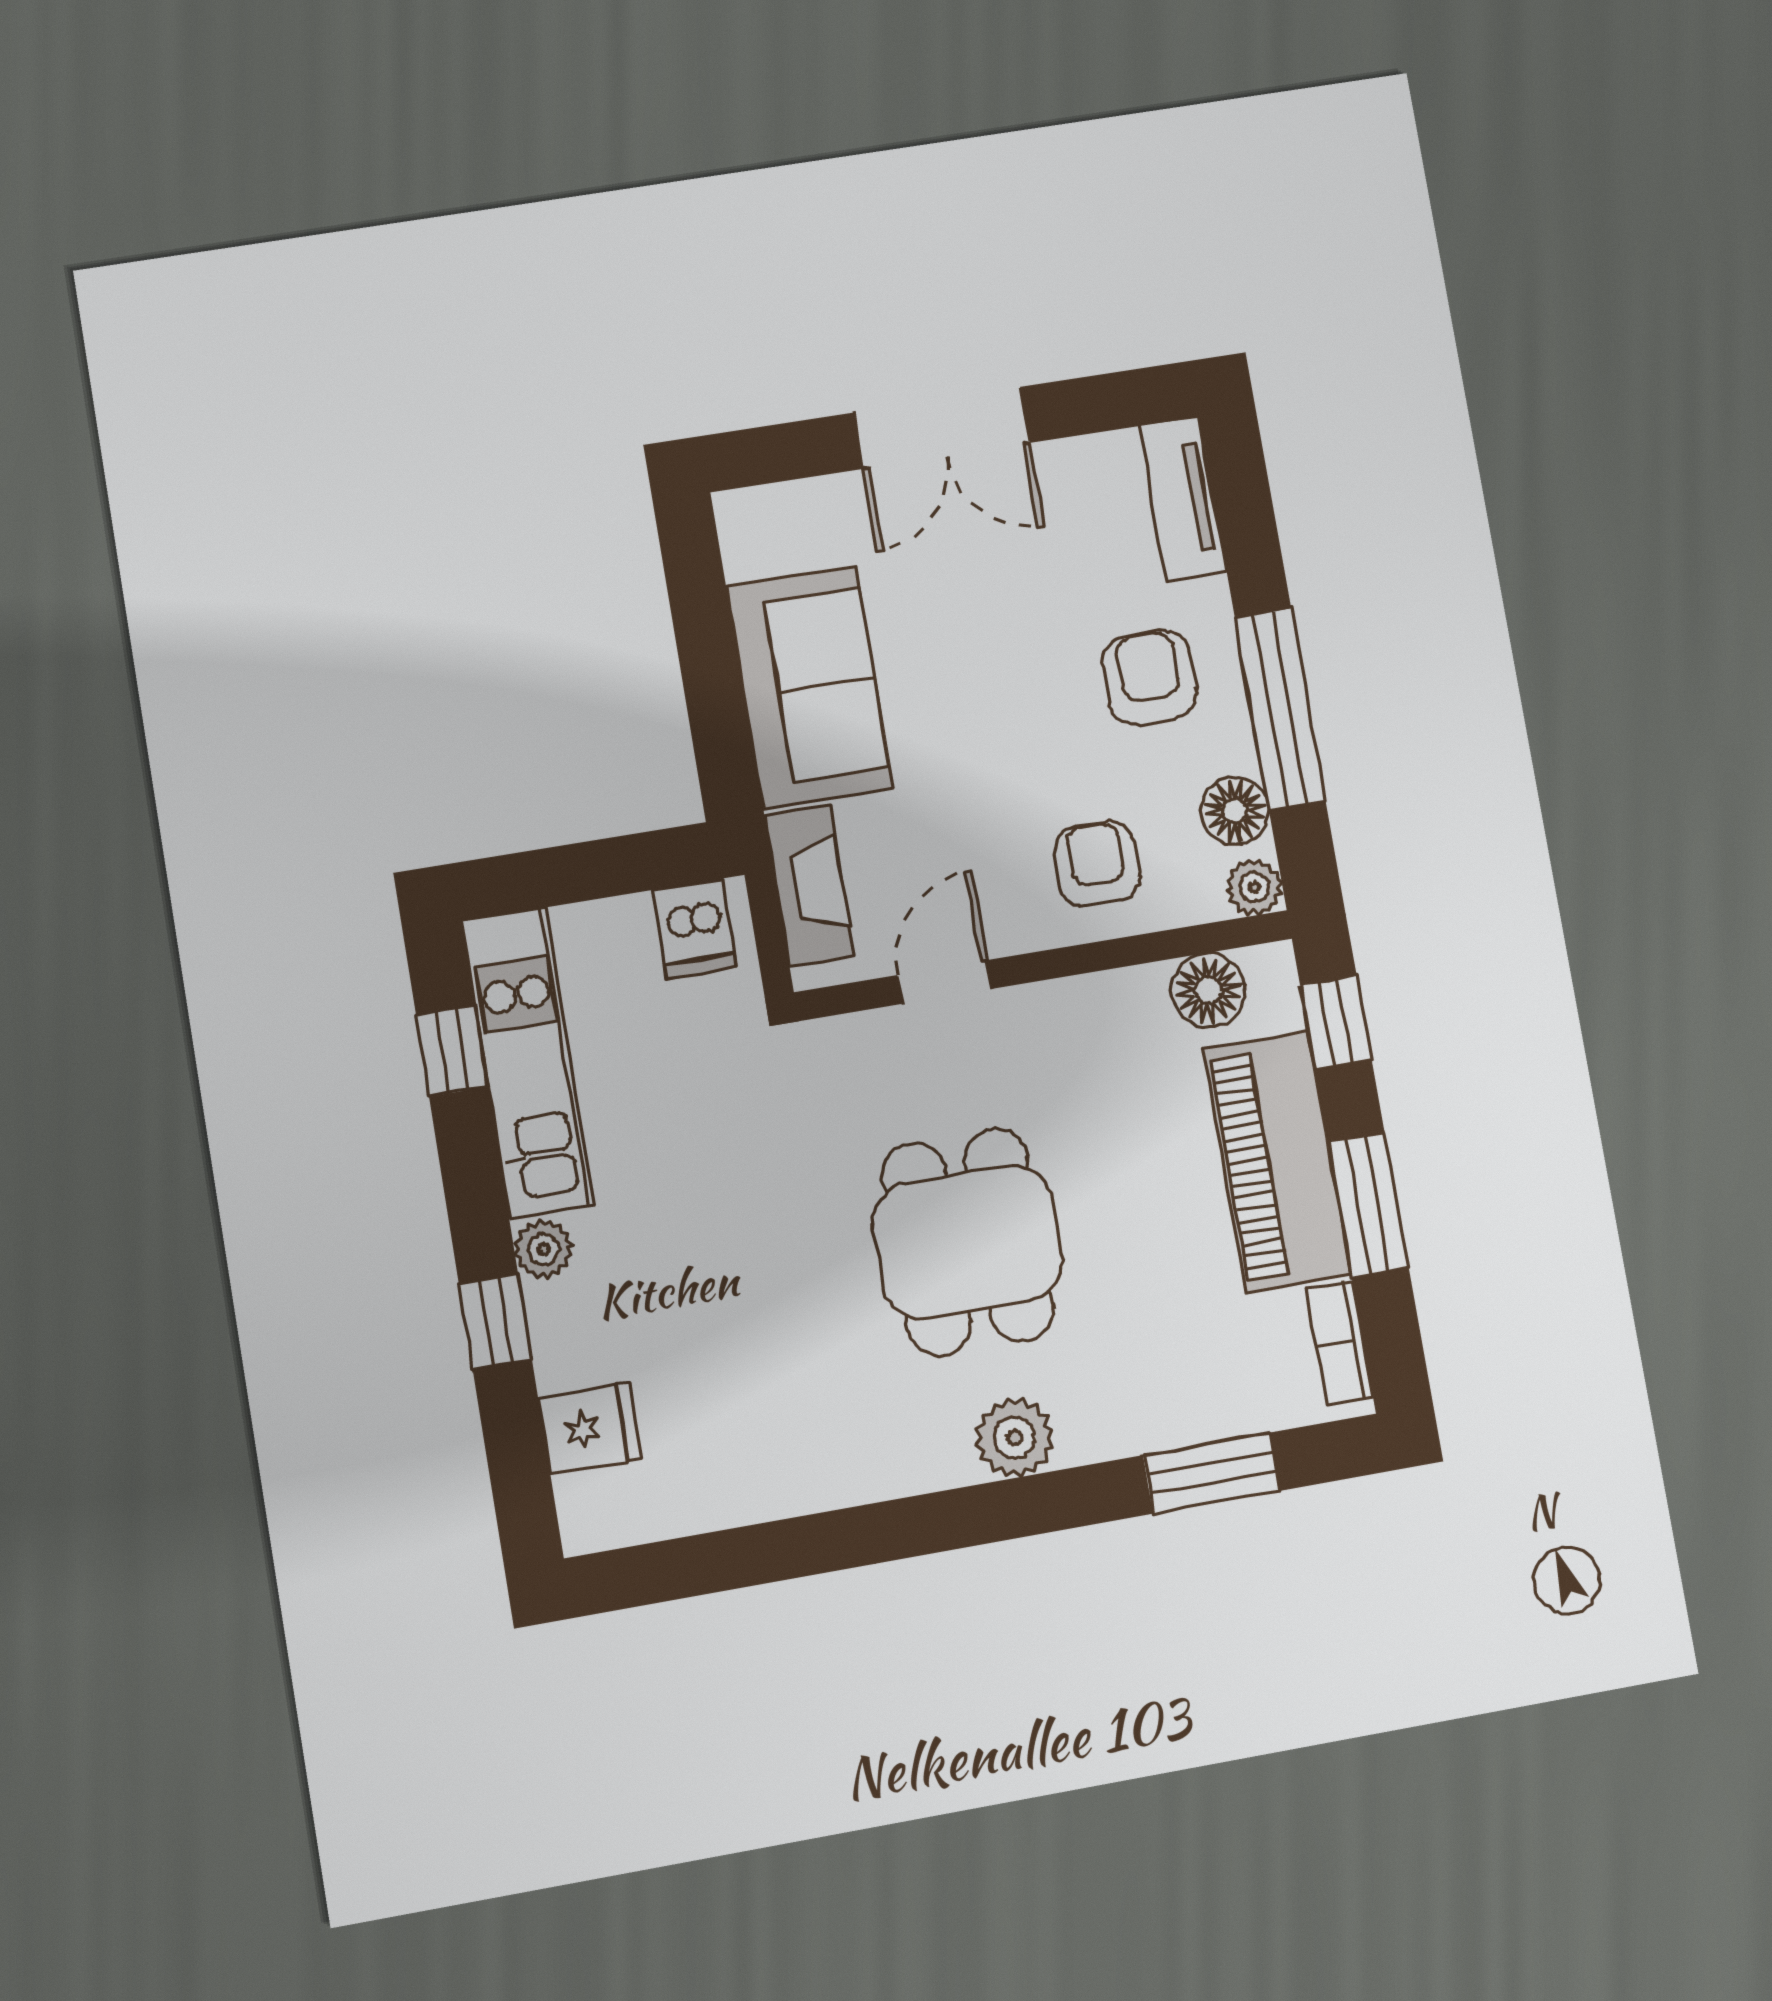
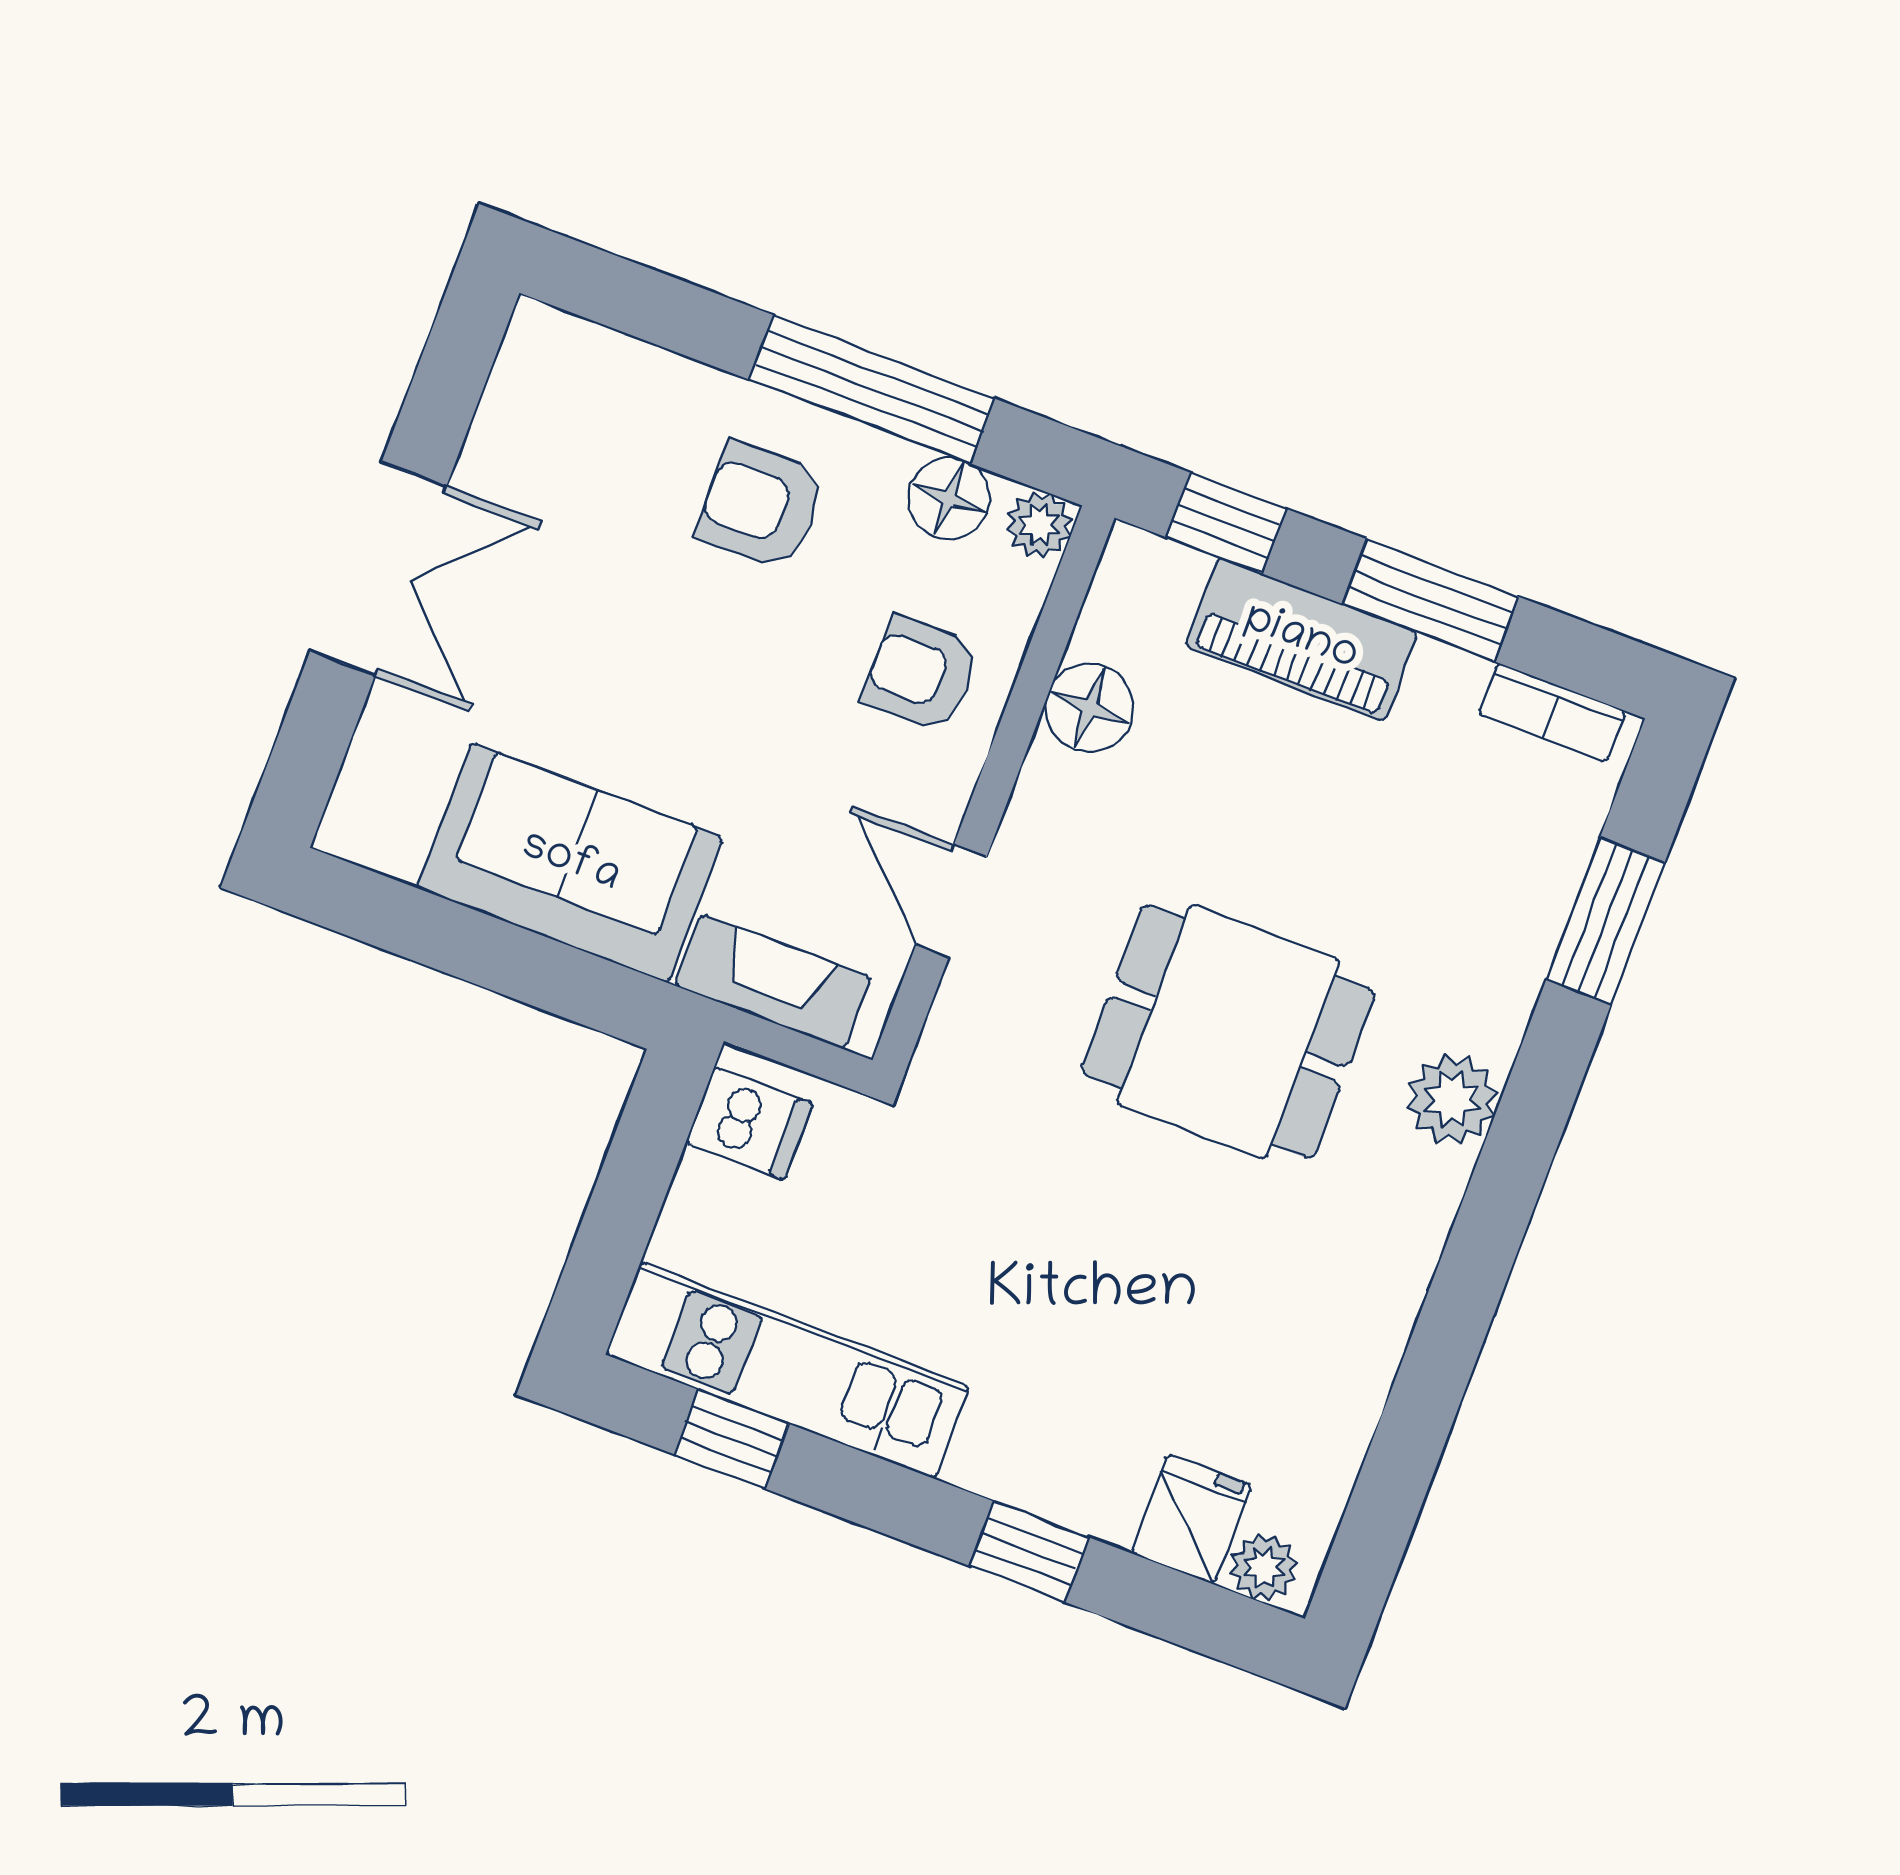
tv unit: (1183, 499) -> (596, 360), removed
floor lamp: (1208, 990) -> (1090, 708), moved
piano: (1277, 1162) -> (1301, 639), width x0.73, depth x0.75
plant: (544, 1249) -> (1264, 1568), moved

